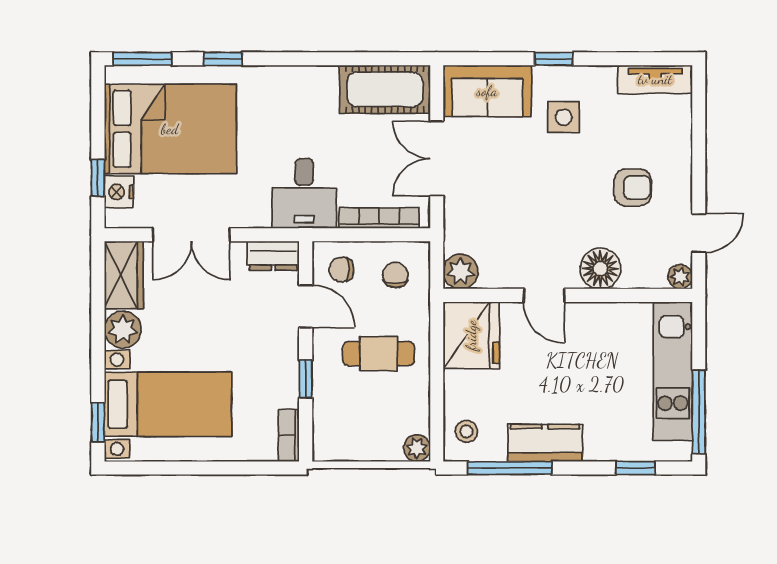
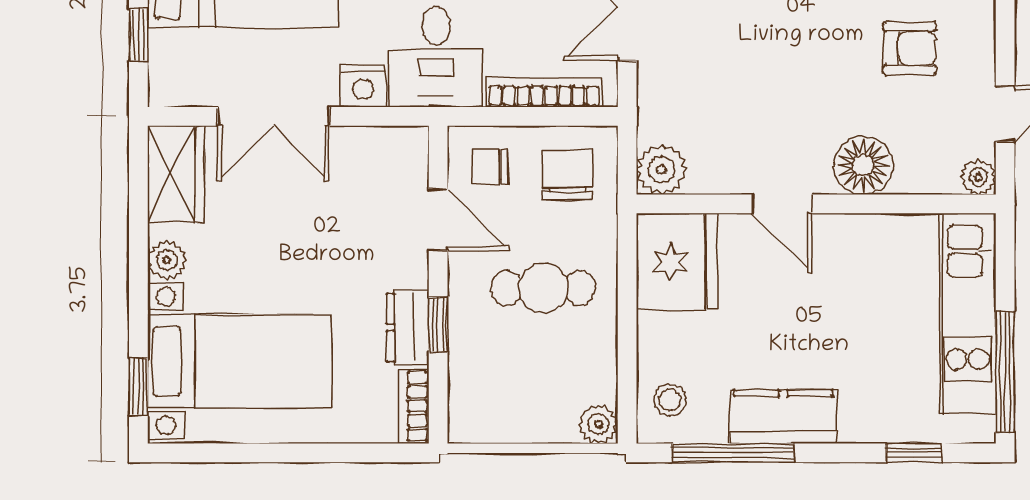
nightstand: (119, 192) -> (363, 86), moved, turned -90
dresser: (273, 256) -> (408, 327), moved, turned 90
chair: (395, 275) -> (567, 175), width x1.37, depth x1.37
plant: (123, 329) -> (167, 260), width x0.73, depth x0.73

